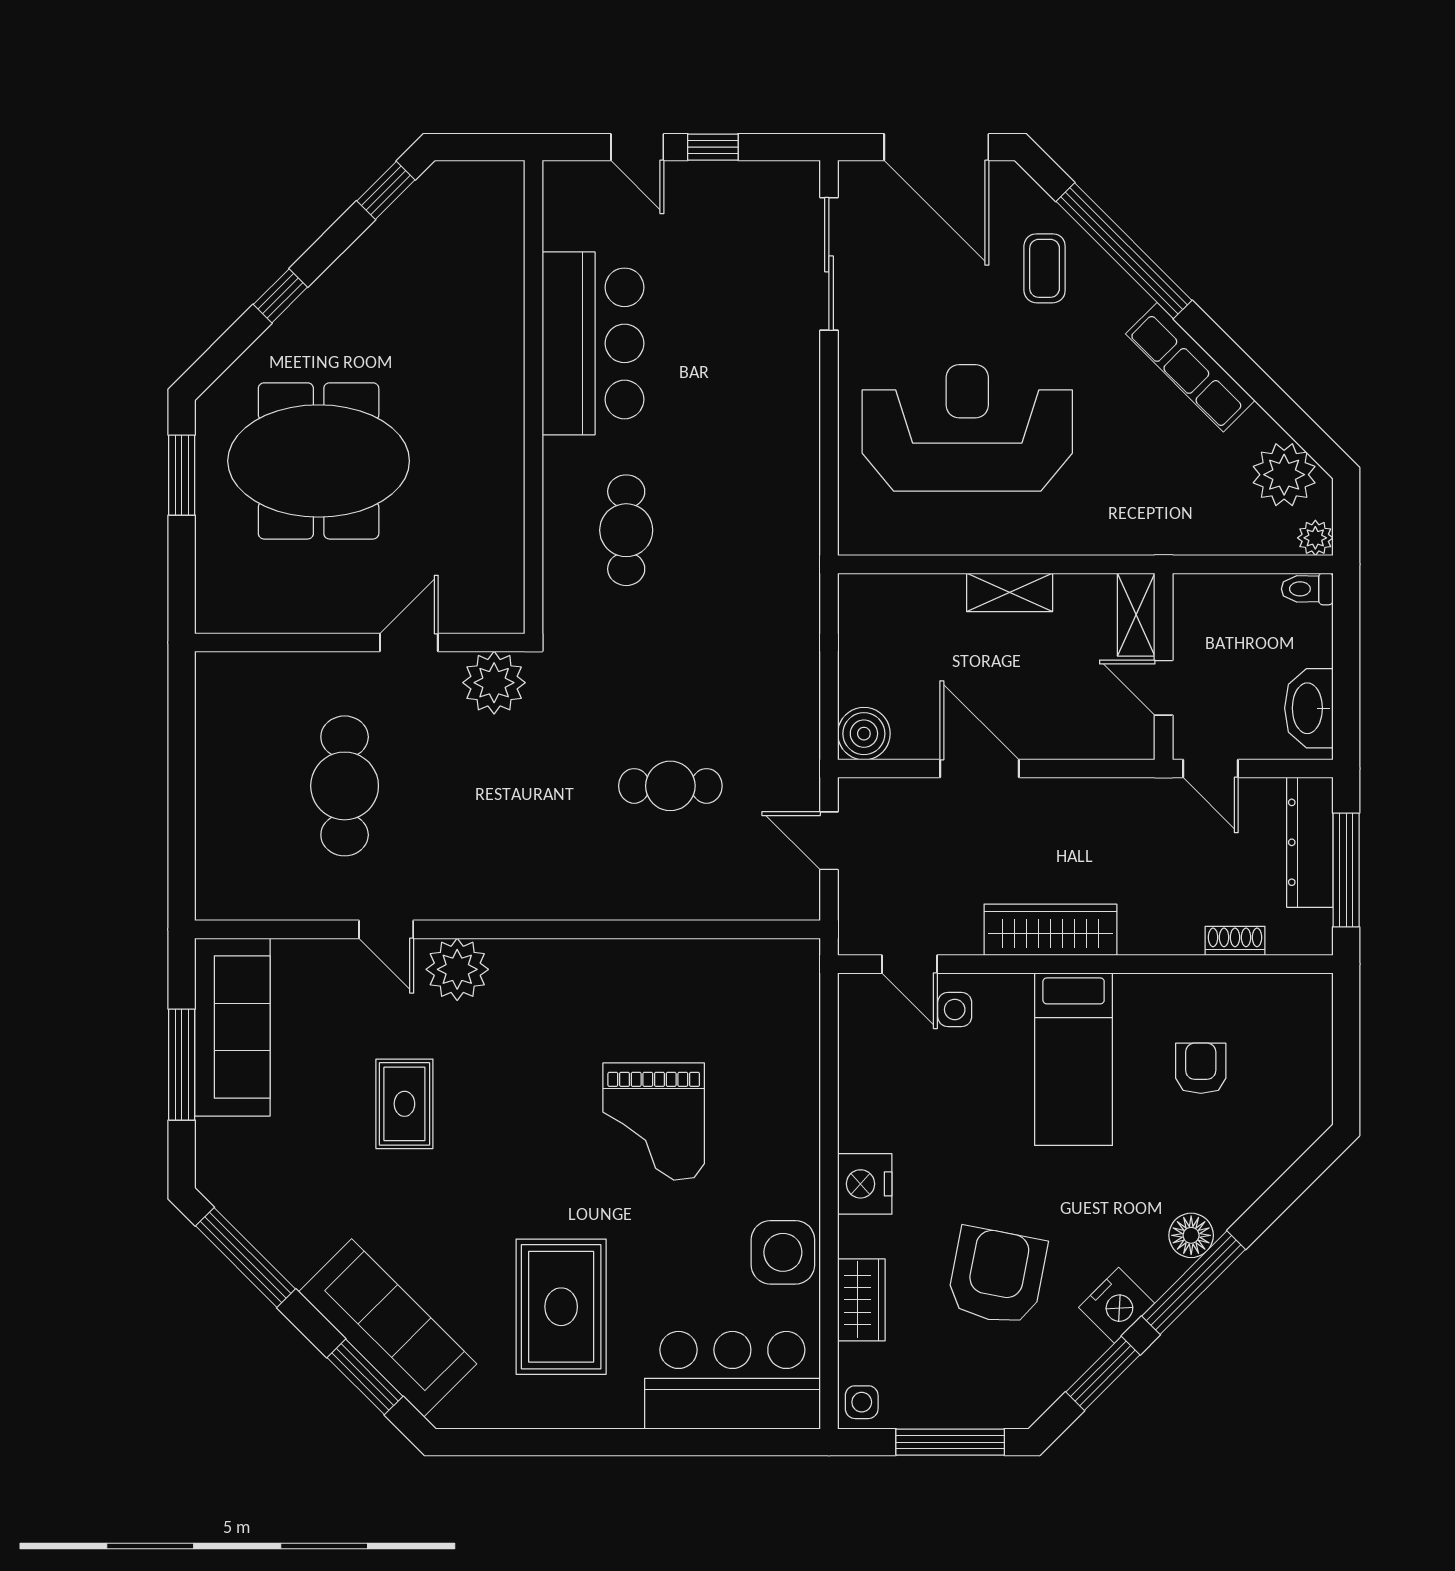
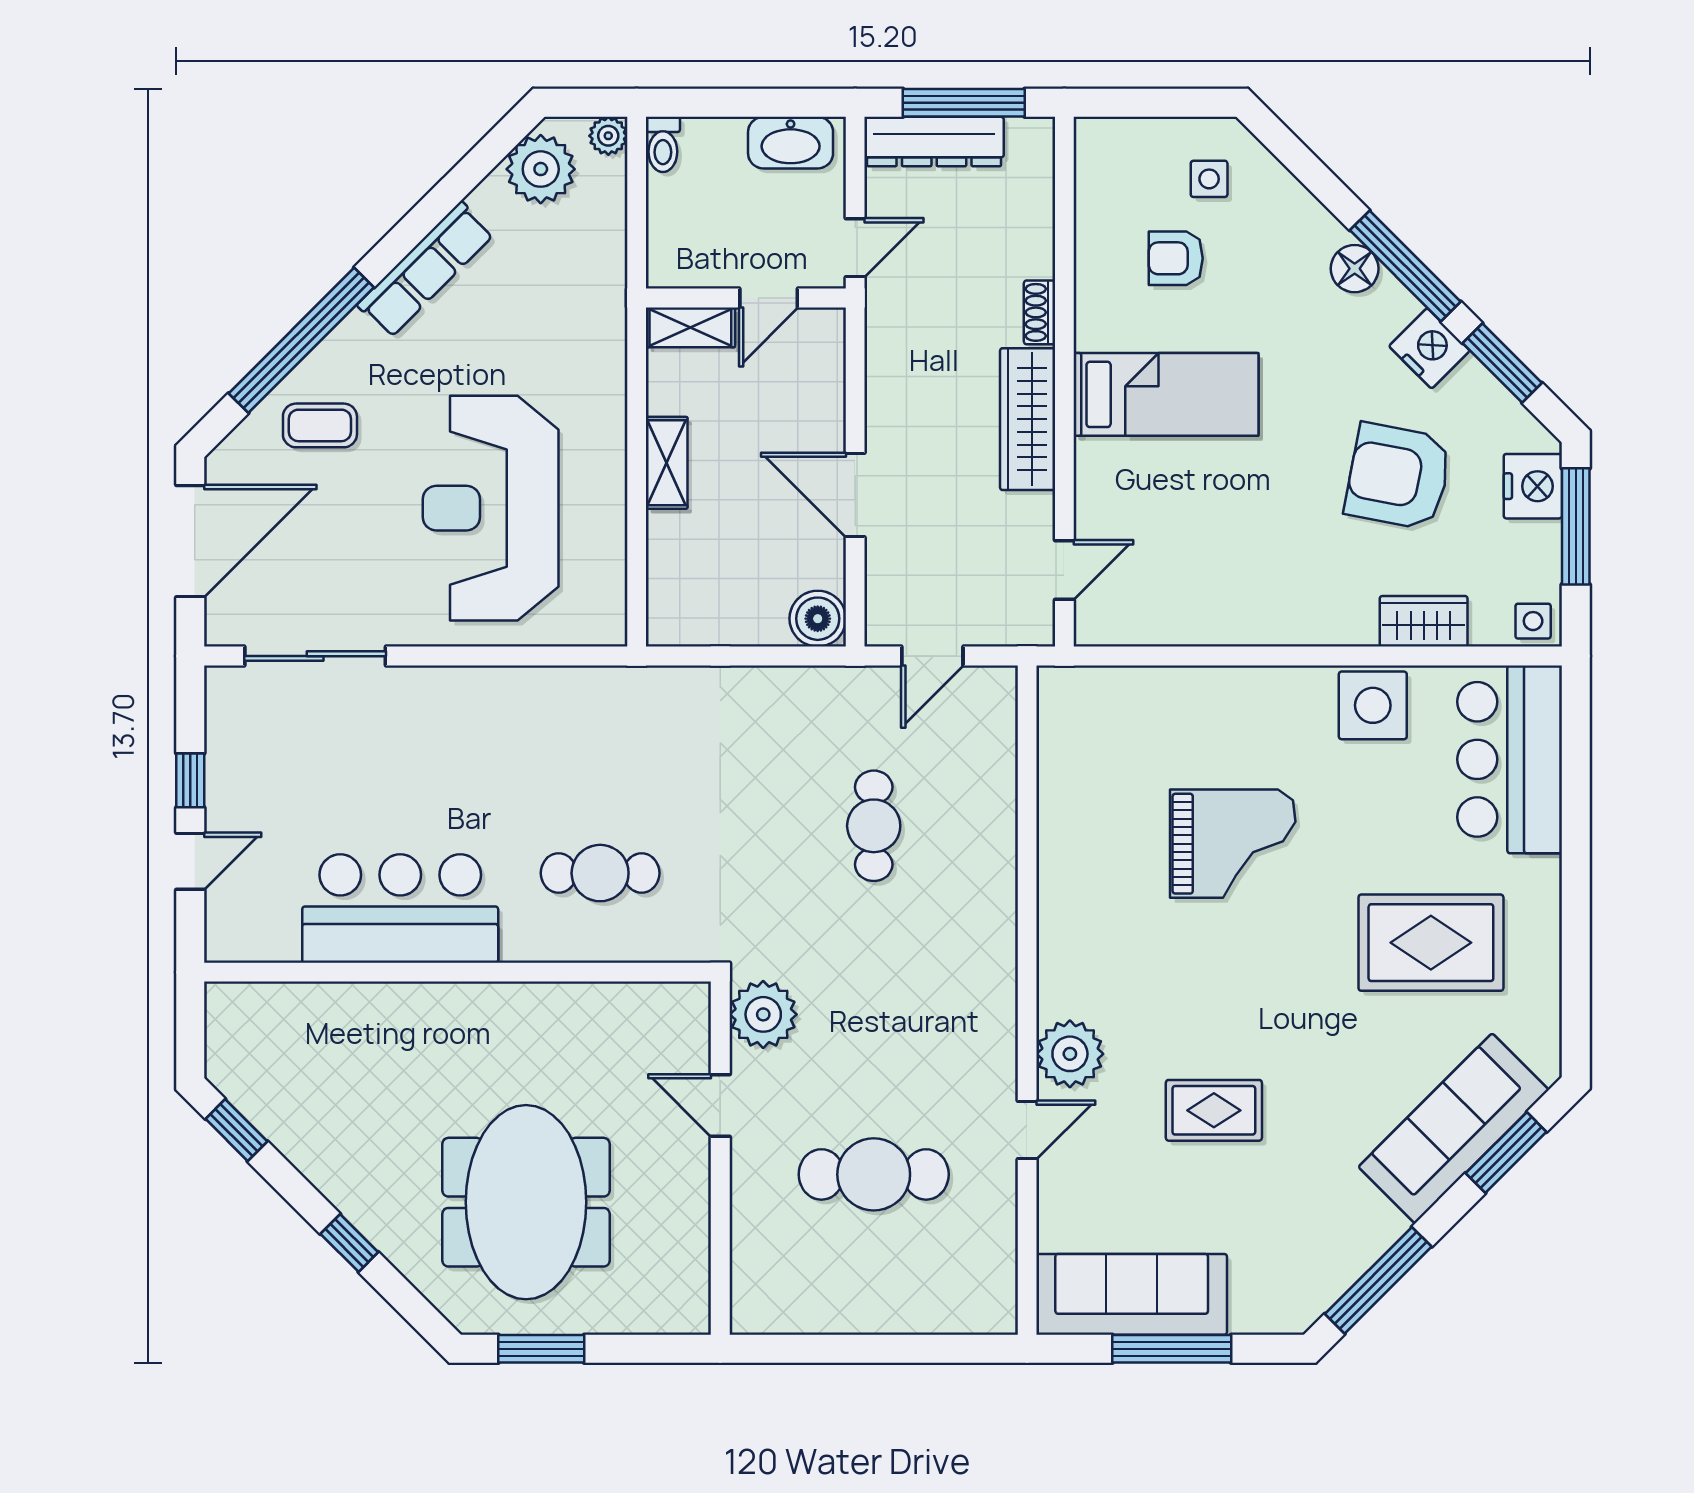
door: (980, 769) -> (855, 495), hinge flipped
shoe rack: (1235, 941) -> (1040, 312), moved
side table: (955, 1009) -> (1209, 179), moved
nightstand: (865, 1184) -> (1533, 486), moved, turned -90

